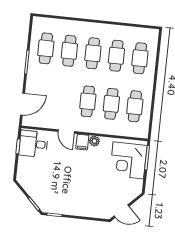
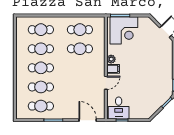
cafe table: (88, 101) -> (80, 68), removed

